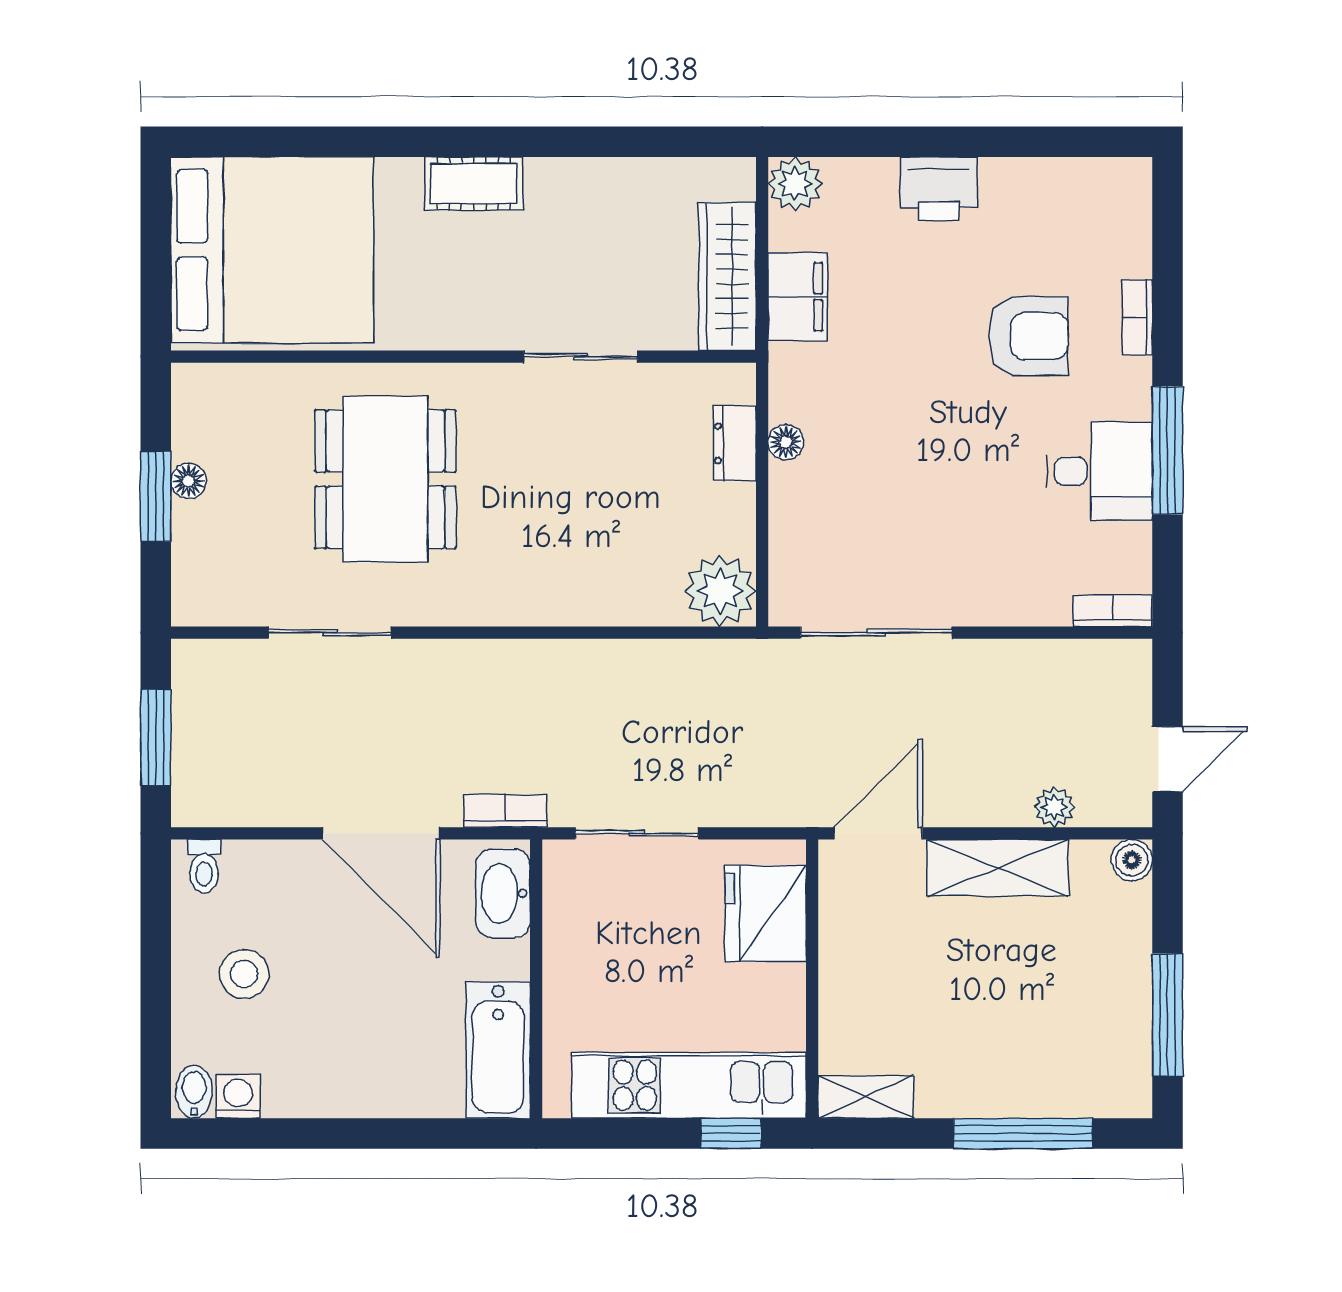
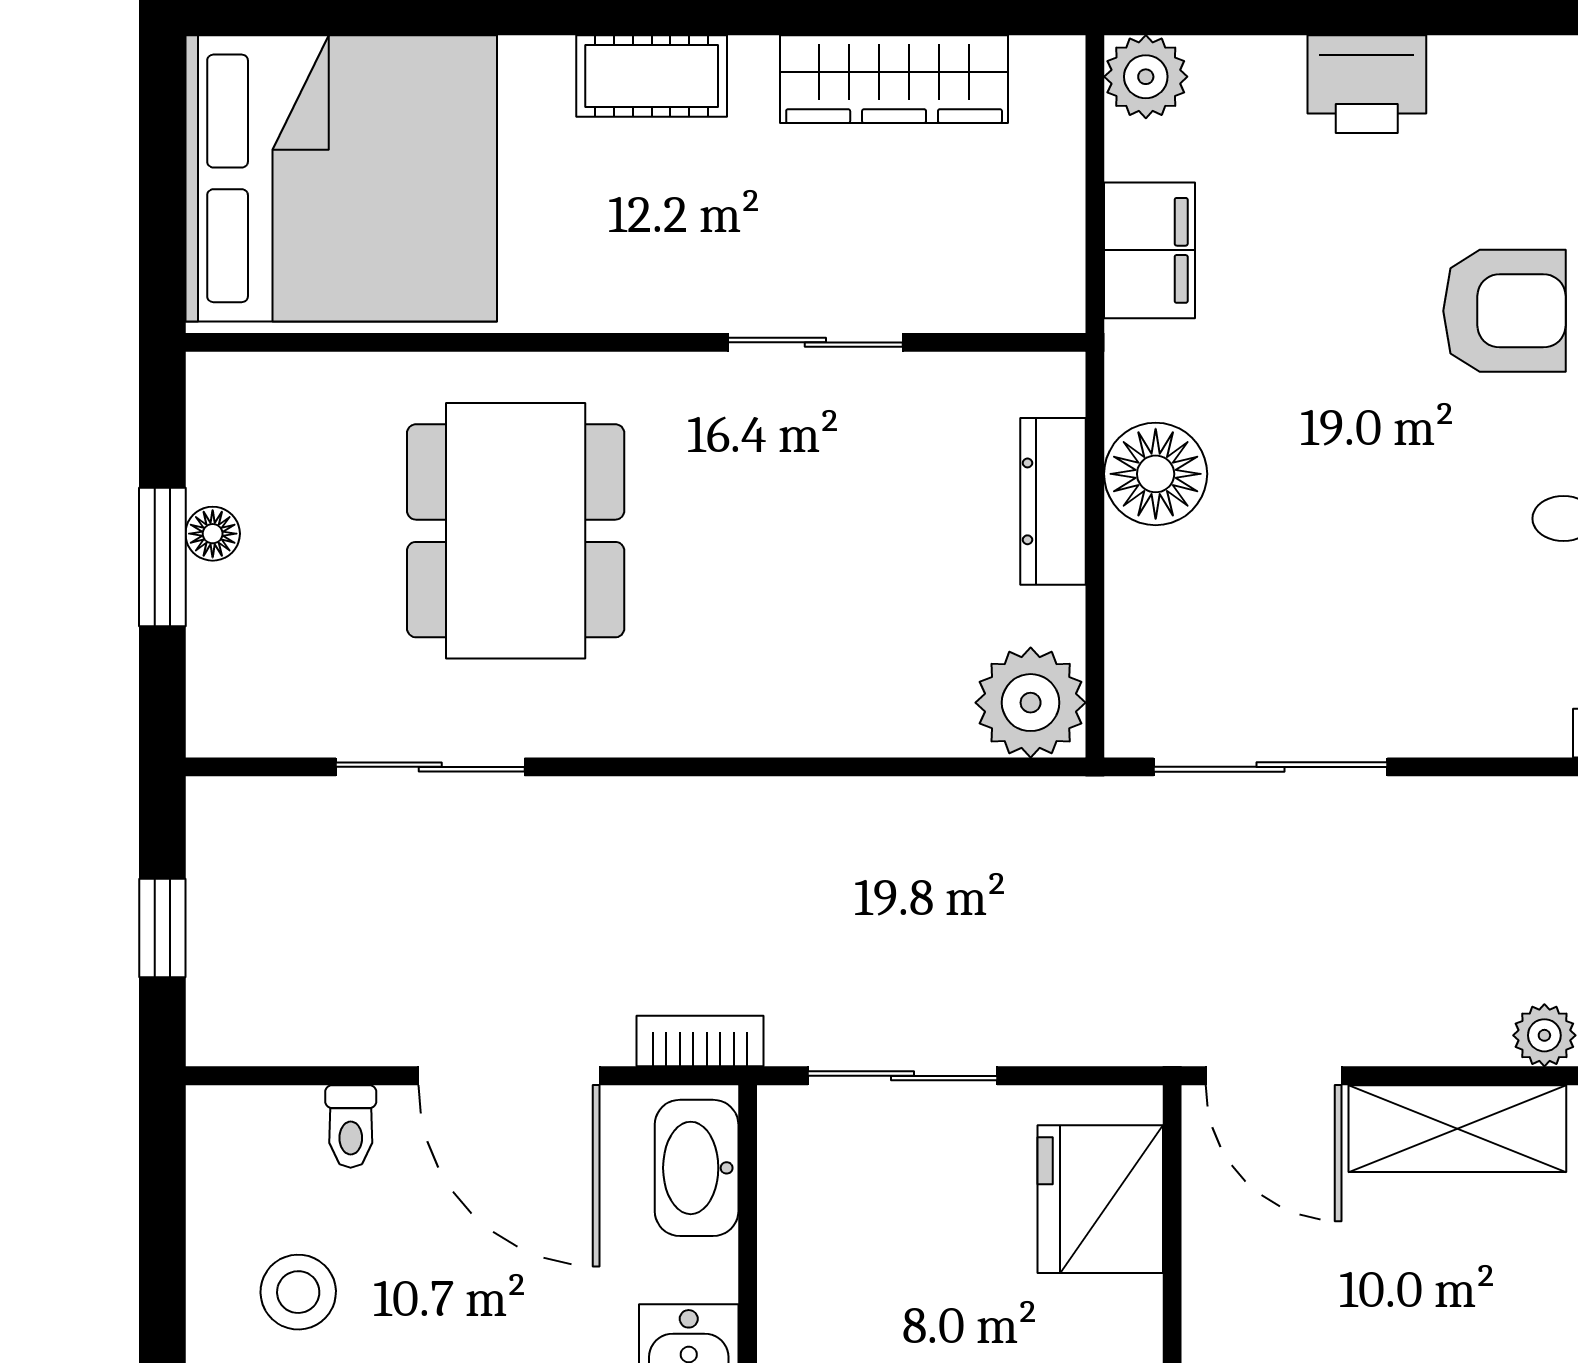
wardrobe: (727, 277) -> (894, 79), moved, turned -90
floor lamp: (786, 442) -> (1156, 474), width x1.89, depth x1.89
dresser: (735, 443) -> (1053, 501), width x1.44
window: (156, 737) -> (162, 928), width x0.67
door: (878, 833) -> (1274, 1076), swing flipped
toilet: (204, 866) -> (351, 1126), moved

